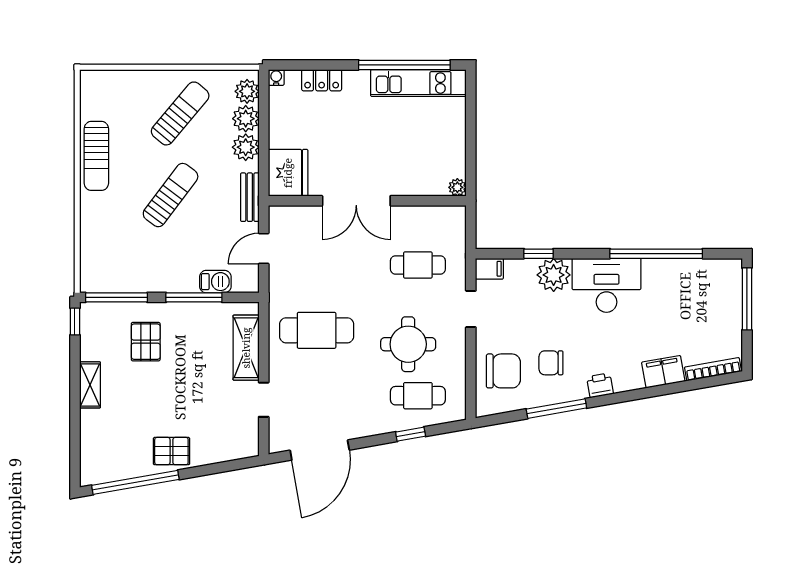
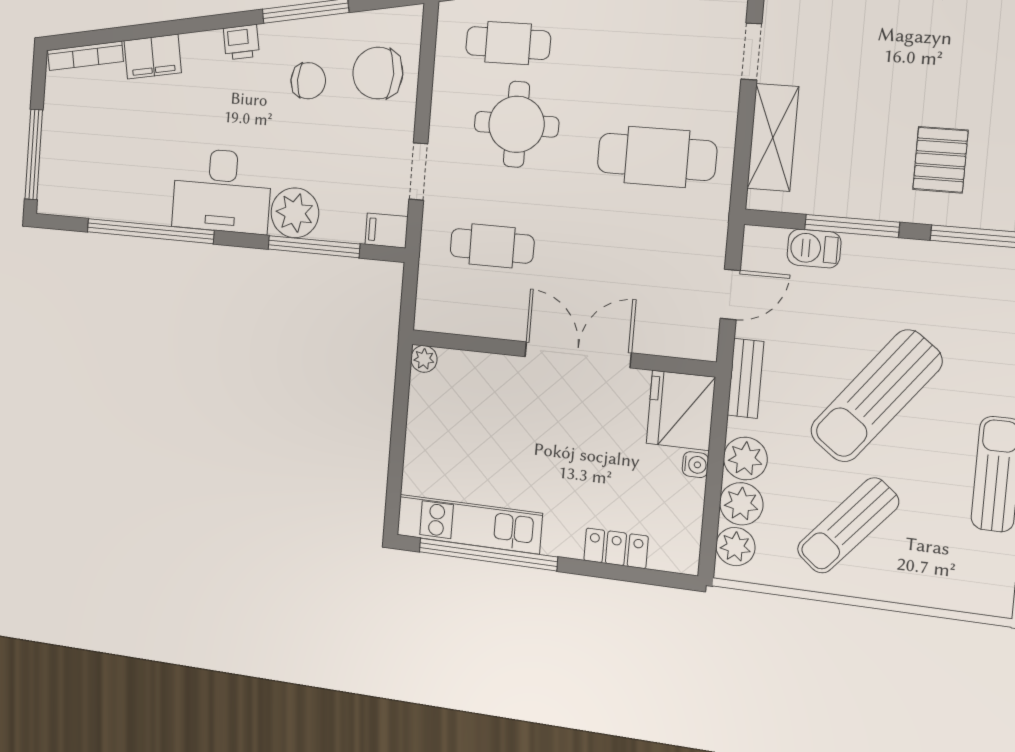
water cooler: (276, 77) -> (695, 465), moved, turned -90
sun lounger: (171, 195) -> (876, 396), width x1.36, depth x1.34
window: (539, 254) -> (314, 247), width x2.17

